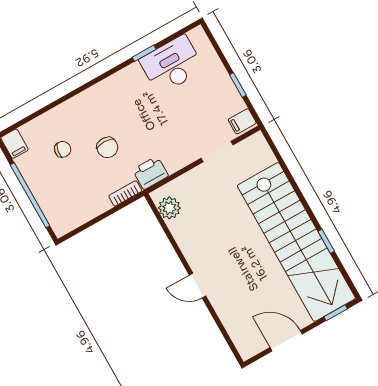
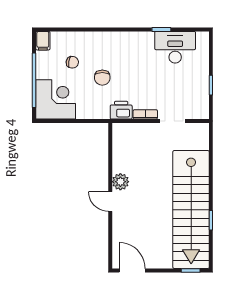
filing cabinet: (242, 121) -> (200, 110), removed
bookcase: (125, 193) -> (145, 114), moved
corner desk: (68, 203) -> (56, 99), added
plant: (169, 208) -> (120, 182), moved
door: (286, 341) -> (132, 270), moved

